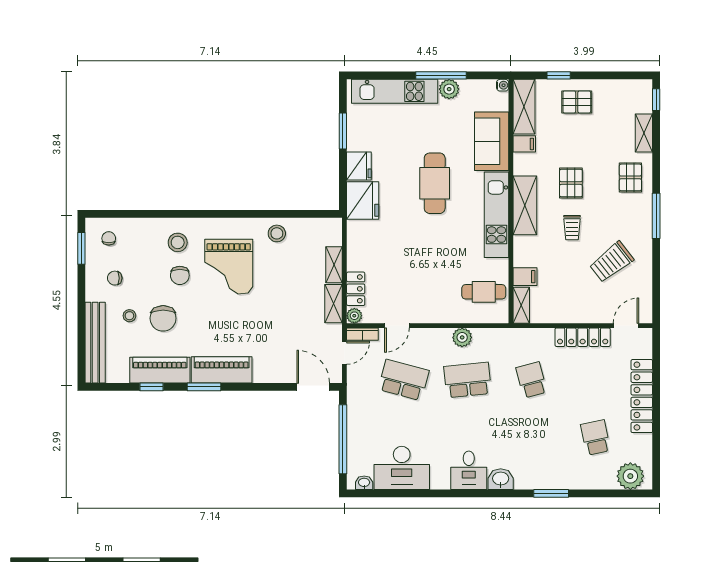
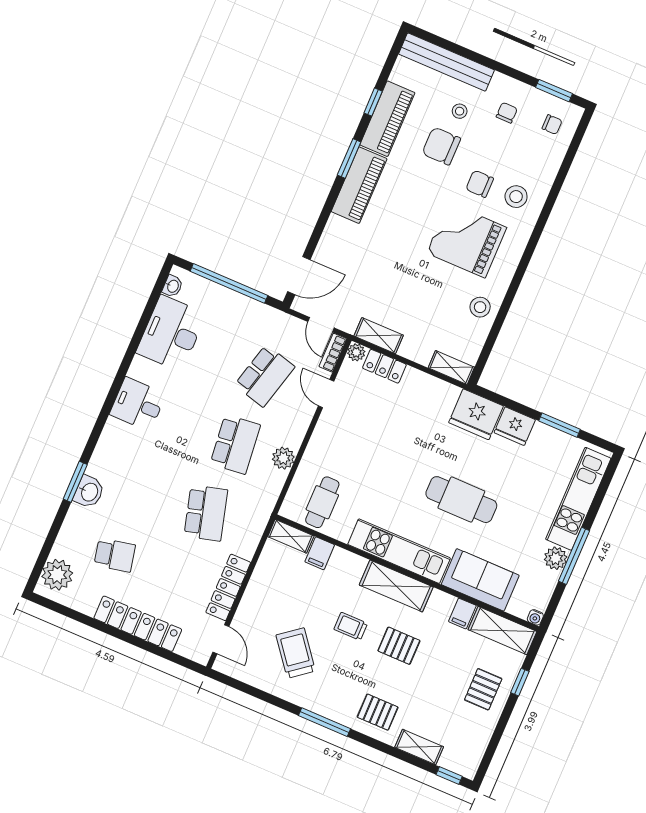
shelving: (334, 265) -> (451, 367), moved
school desk: (532, 380) -> (206, 513), width x1.85
washbasin: (501, 479) -> (89, 492), moved

